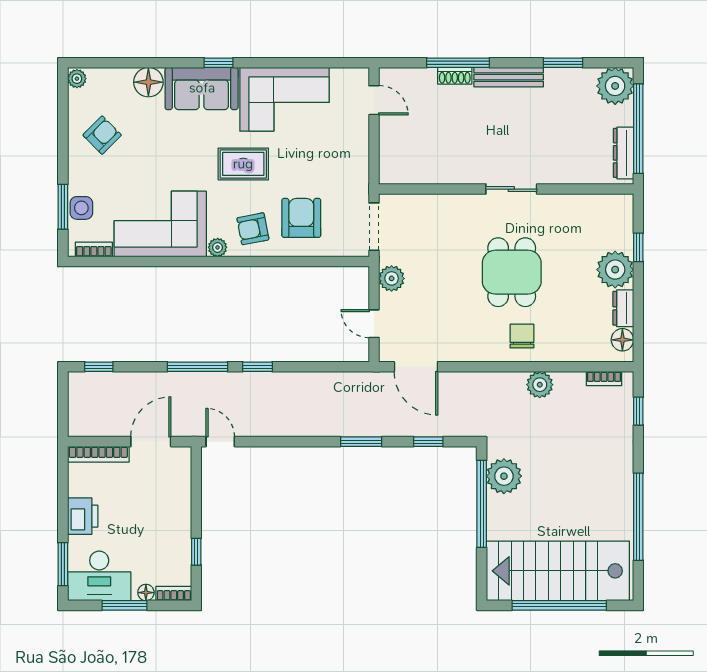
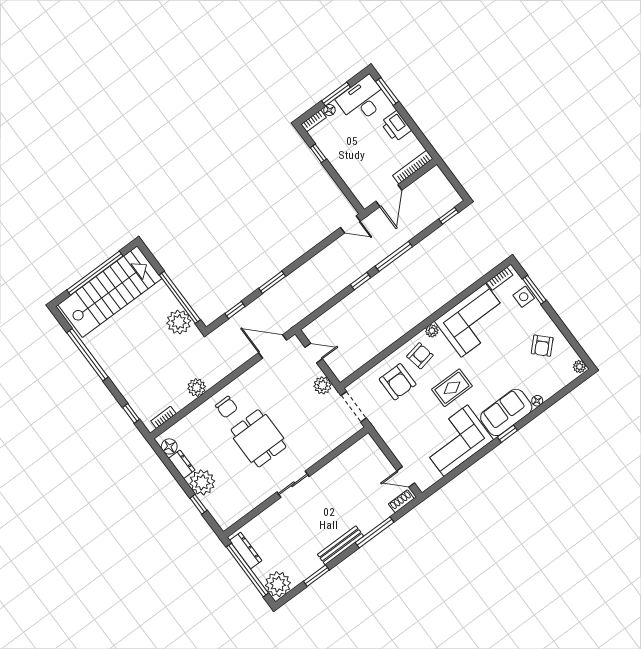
shoe rack: (455, 76) -> (401, 501), moved
floor lamp: (148, 82) -> (537, 401), width x0.53, depth x0.53

